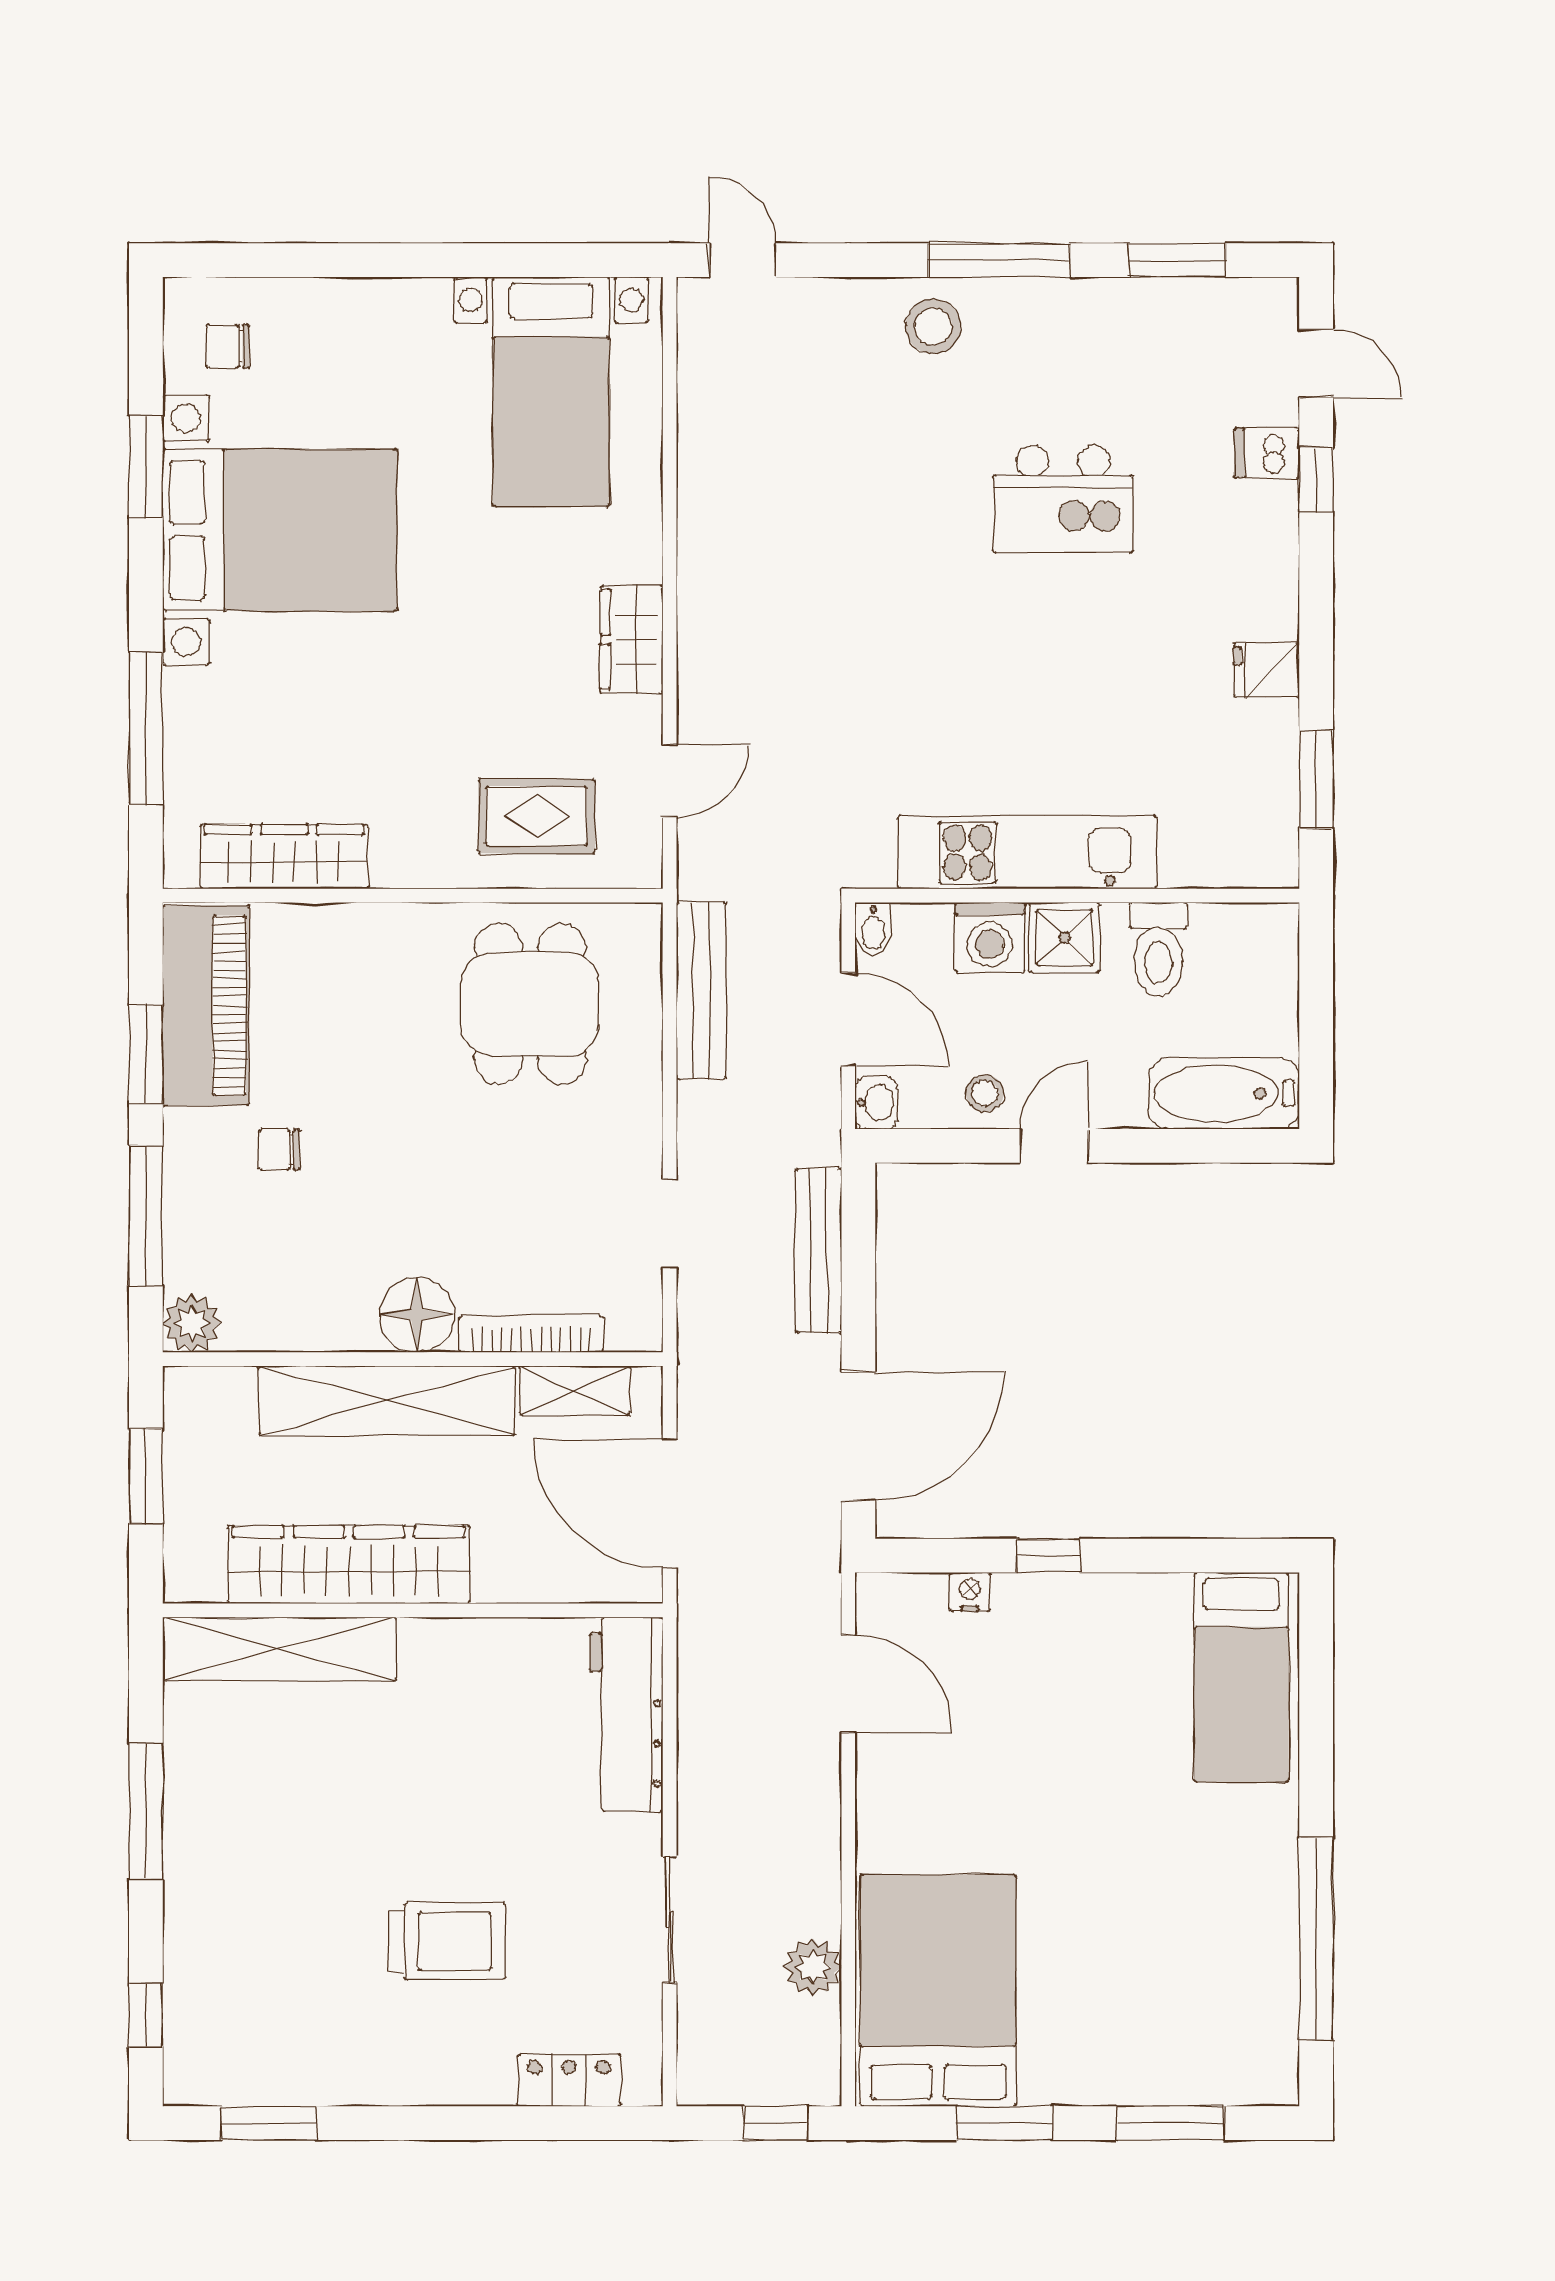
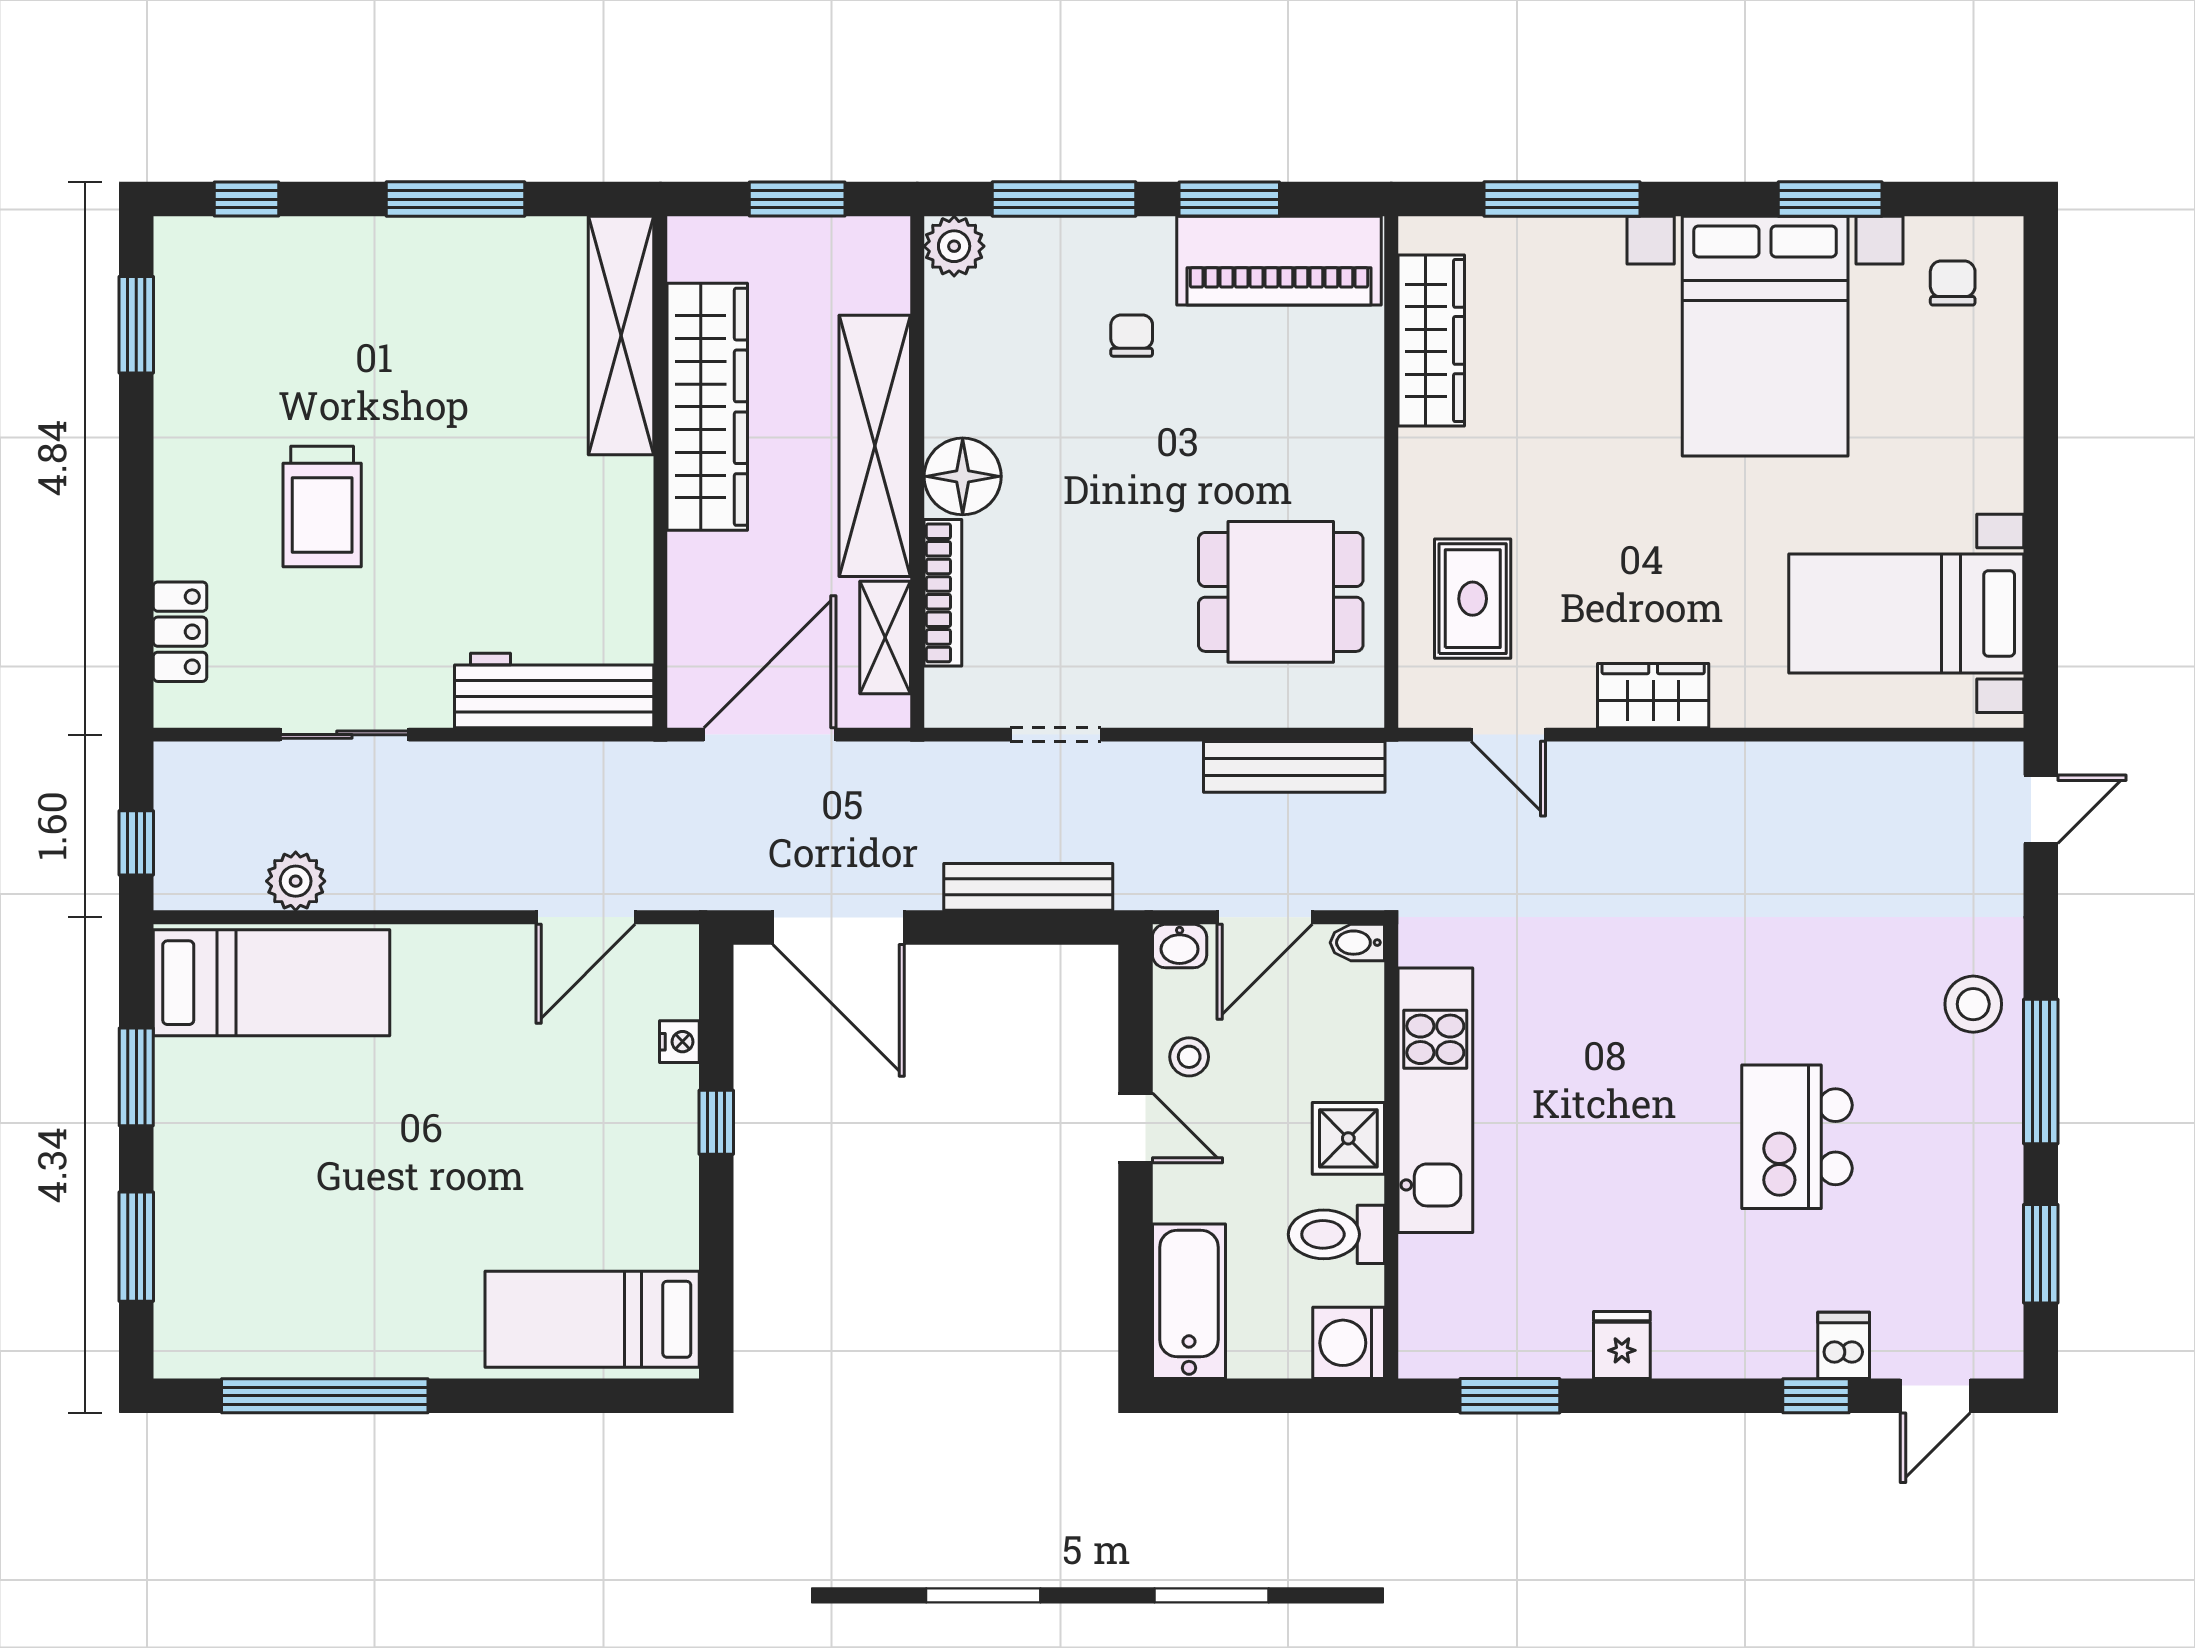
washing machine: (990, 937) -> (1349, 1343), moved
bed: (938, 1991) -> (272, 983), width x0.67

